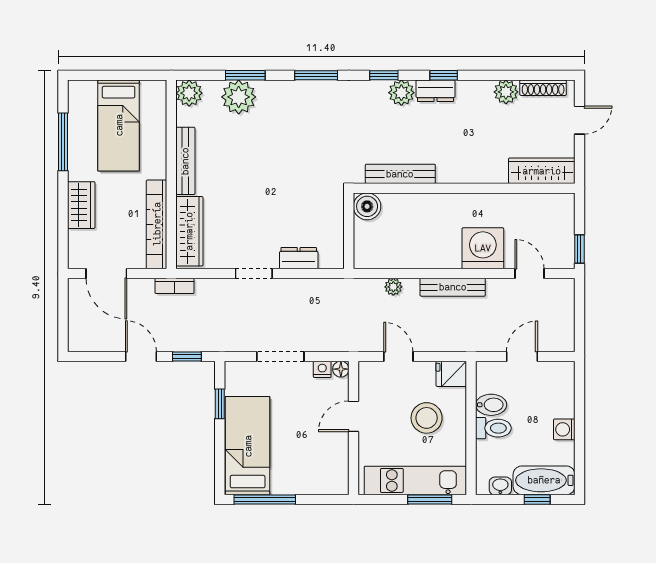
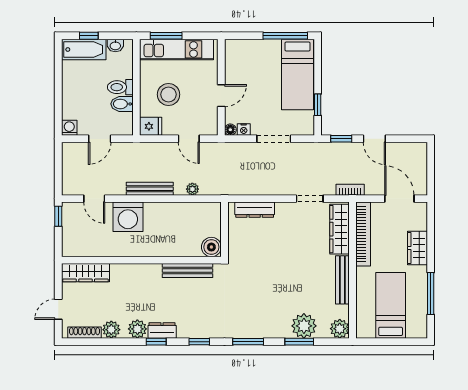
plant: (401, 93) -> (137, 329), moved
dresser: (299, 258) -> (255, 210), width x1.44
doorway: (254, 273) -> (310, 199), moved
washing machine: (564, 429) -> (69, 128), moved, turned -90

